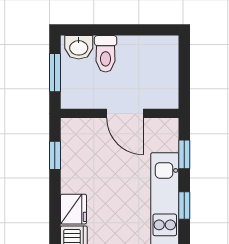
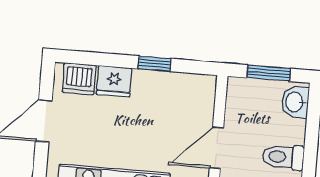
toilet: (106, 54) -> (283, 157), moved
window: (55, 155) -> (154, 64), moved

